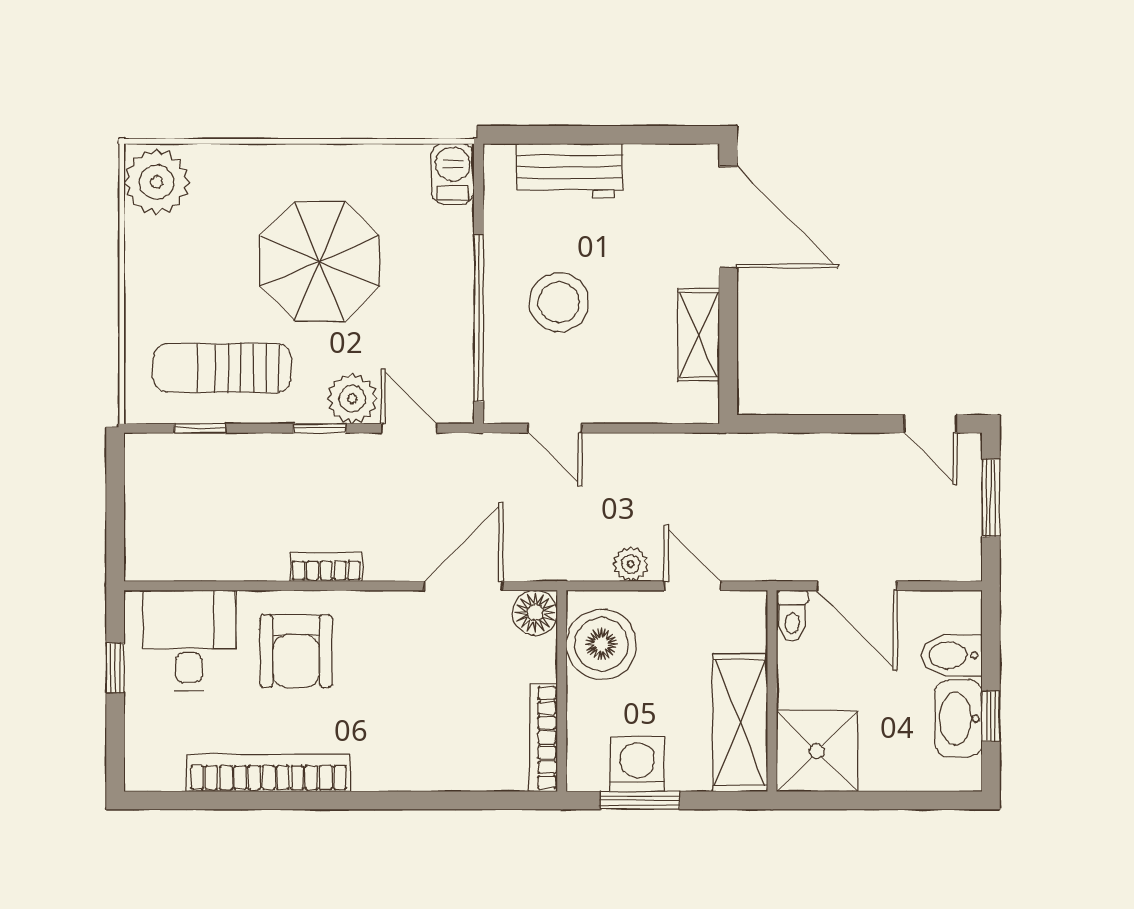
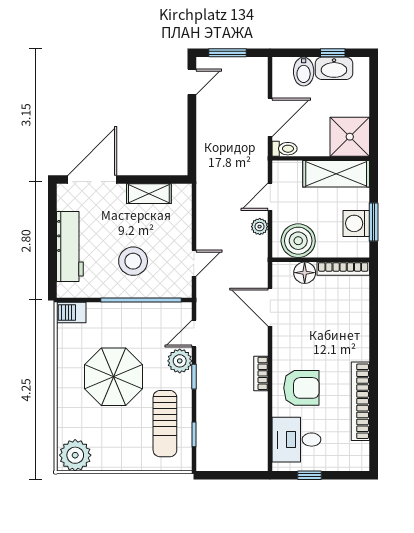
workbench: (570, 171) -> (70, 246), width x1.38
floor lamp: (535, 613) -> (305, 273), moved

